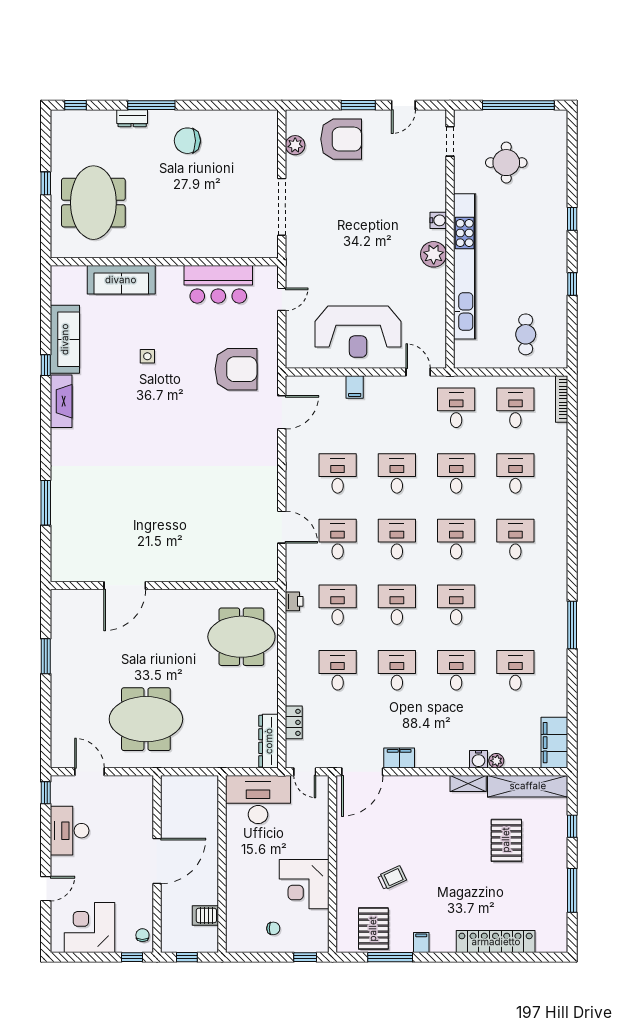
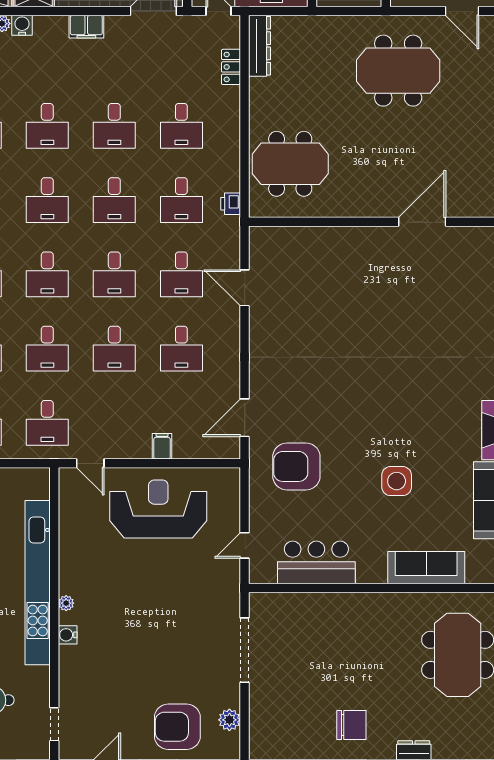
plant: (434, 254) -> (66, 603), width x0.53, depth x0.53
side table: (147, 356) -> (397, 481), width x1.87, depth x1.87
filing cabinet: (399, 758) -> (86, 27), moved

